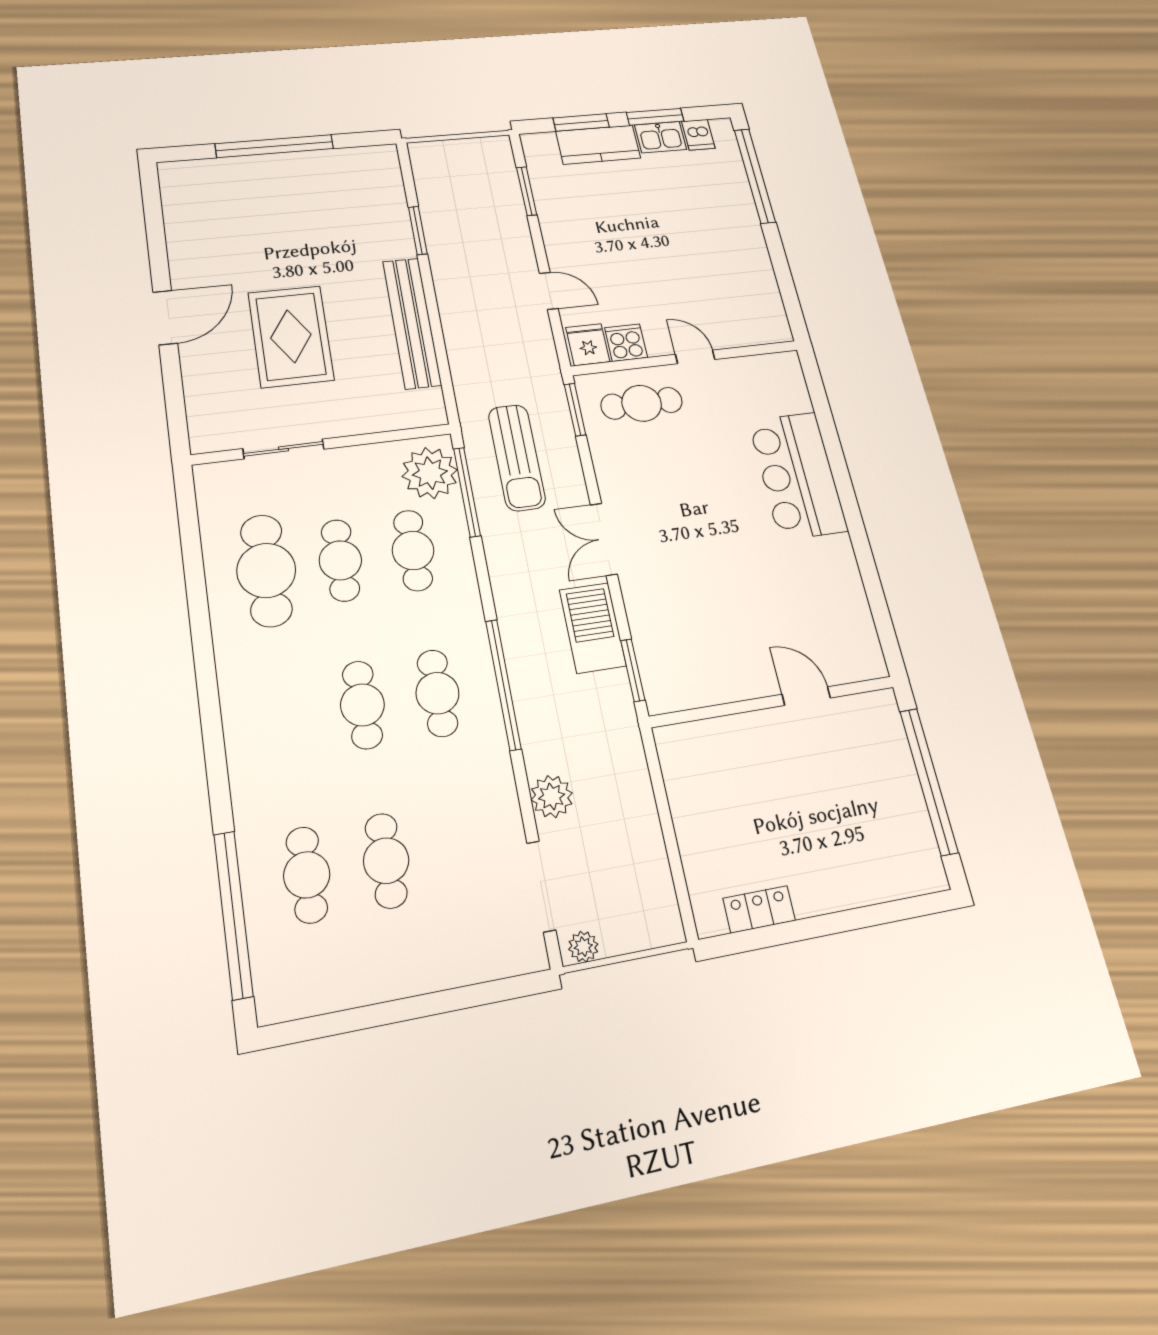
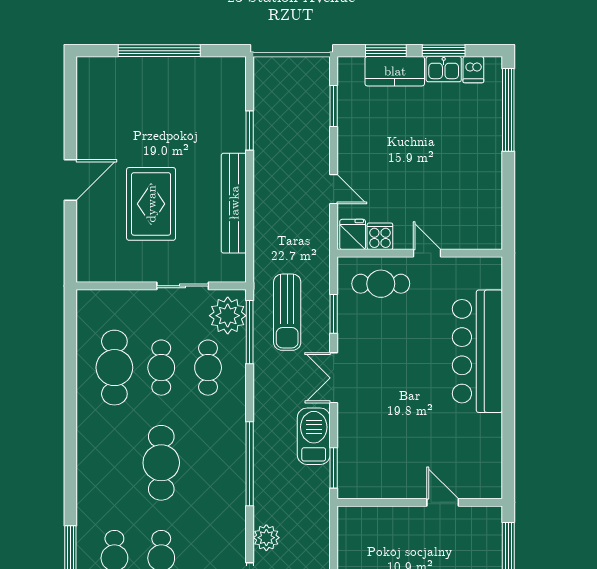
window: (575, 410) -> (334, 314), moved
sliding door: (283, 449) -> (183, 286), moved
bar counter: (798, 475) -> (477, 351), width x1.36
cafe table: (437, 693) -> (208, 463), removed
cafe table: (362, 705) -> (161, 463), width x1.37, depth x1.35

